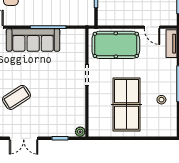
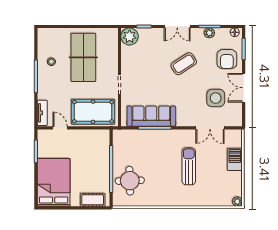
sofa: (33, 40) -> (151, 116), moved
plant: (80, 132) -> (130, 37), width x1.87, depth x1.87
double door: (24, 138) -> (177, 26), swing flipped

